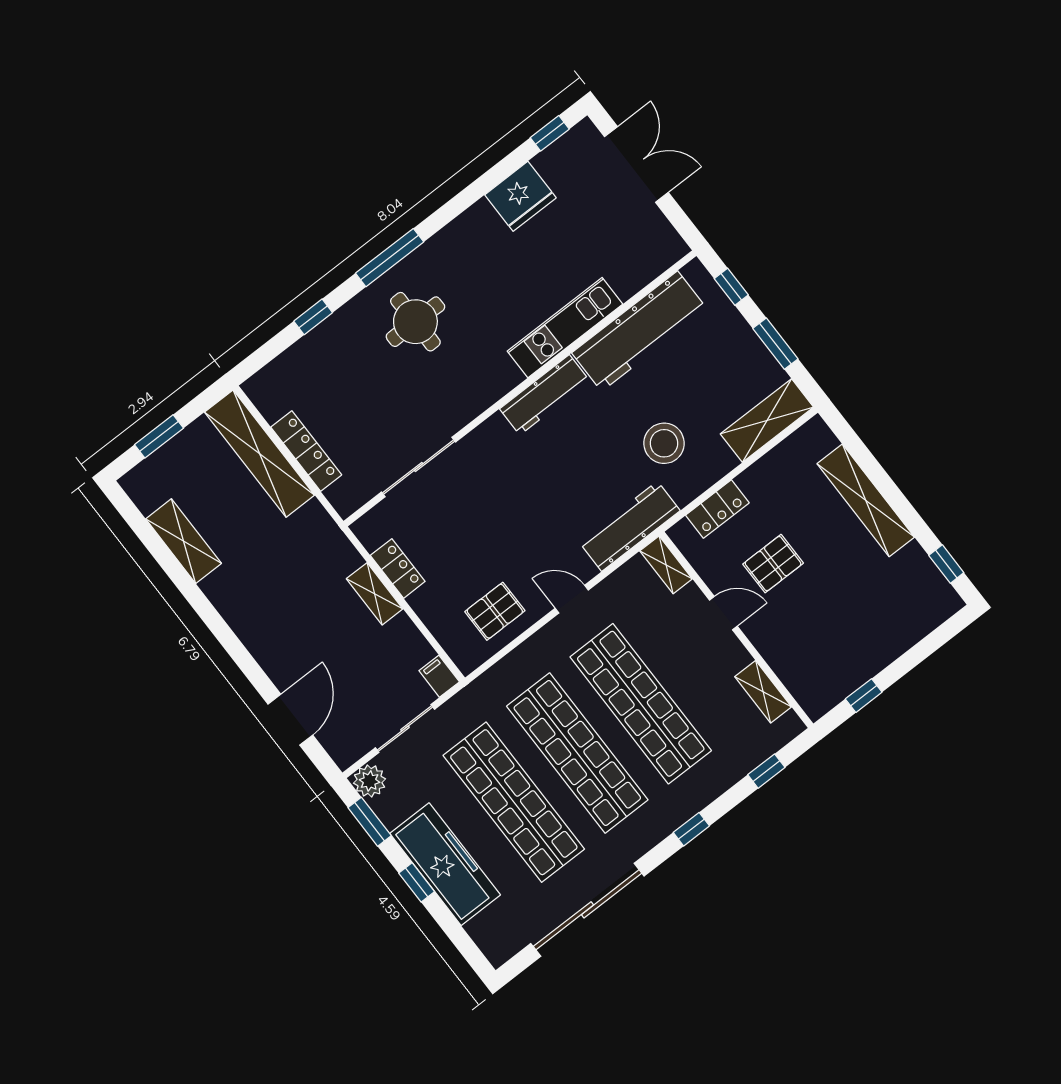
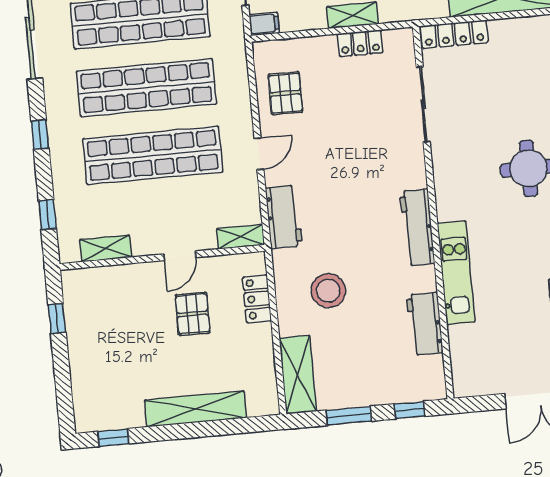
workbench: (639, 331) -> (425, 324), width x0.53, depth x0.76
locker: (306, 451) -> (454, 34), moved
workbench: (630, 526) -> (284, 217), width x0.73

